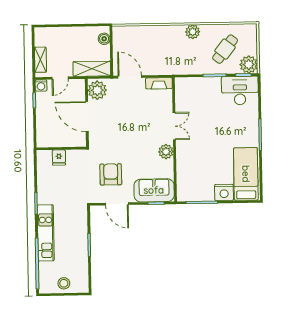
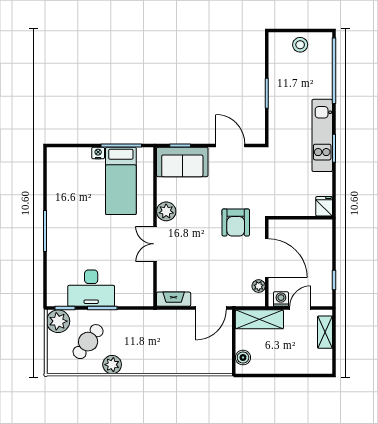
plant: (193, 32) -> (112, 365), moved
door: (130, 77) -> (211, 308), hinge flipped
washing machine: (41, 85) -> (281, 299), moved
plant: (97, 90) -> (259, 286), width x0.53, depth x0.53
desk: (240, 90) -> (91, 288), moved
fridge: (59, 157) -> (324, 206), moved
armchair: (111, 174) -> (236, 222), moved
bed: (246, 174) -> (121, 181), moved
nightstand: (224, 192) -> (98, 153), width x0.53, depth x0.56
kitchen unit: (46, 233) -> (322, 135), moved

